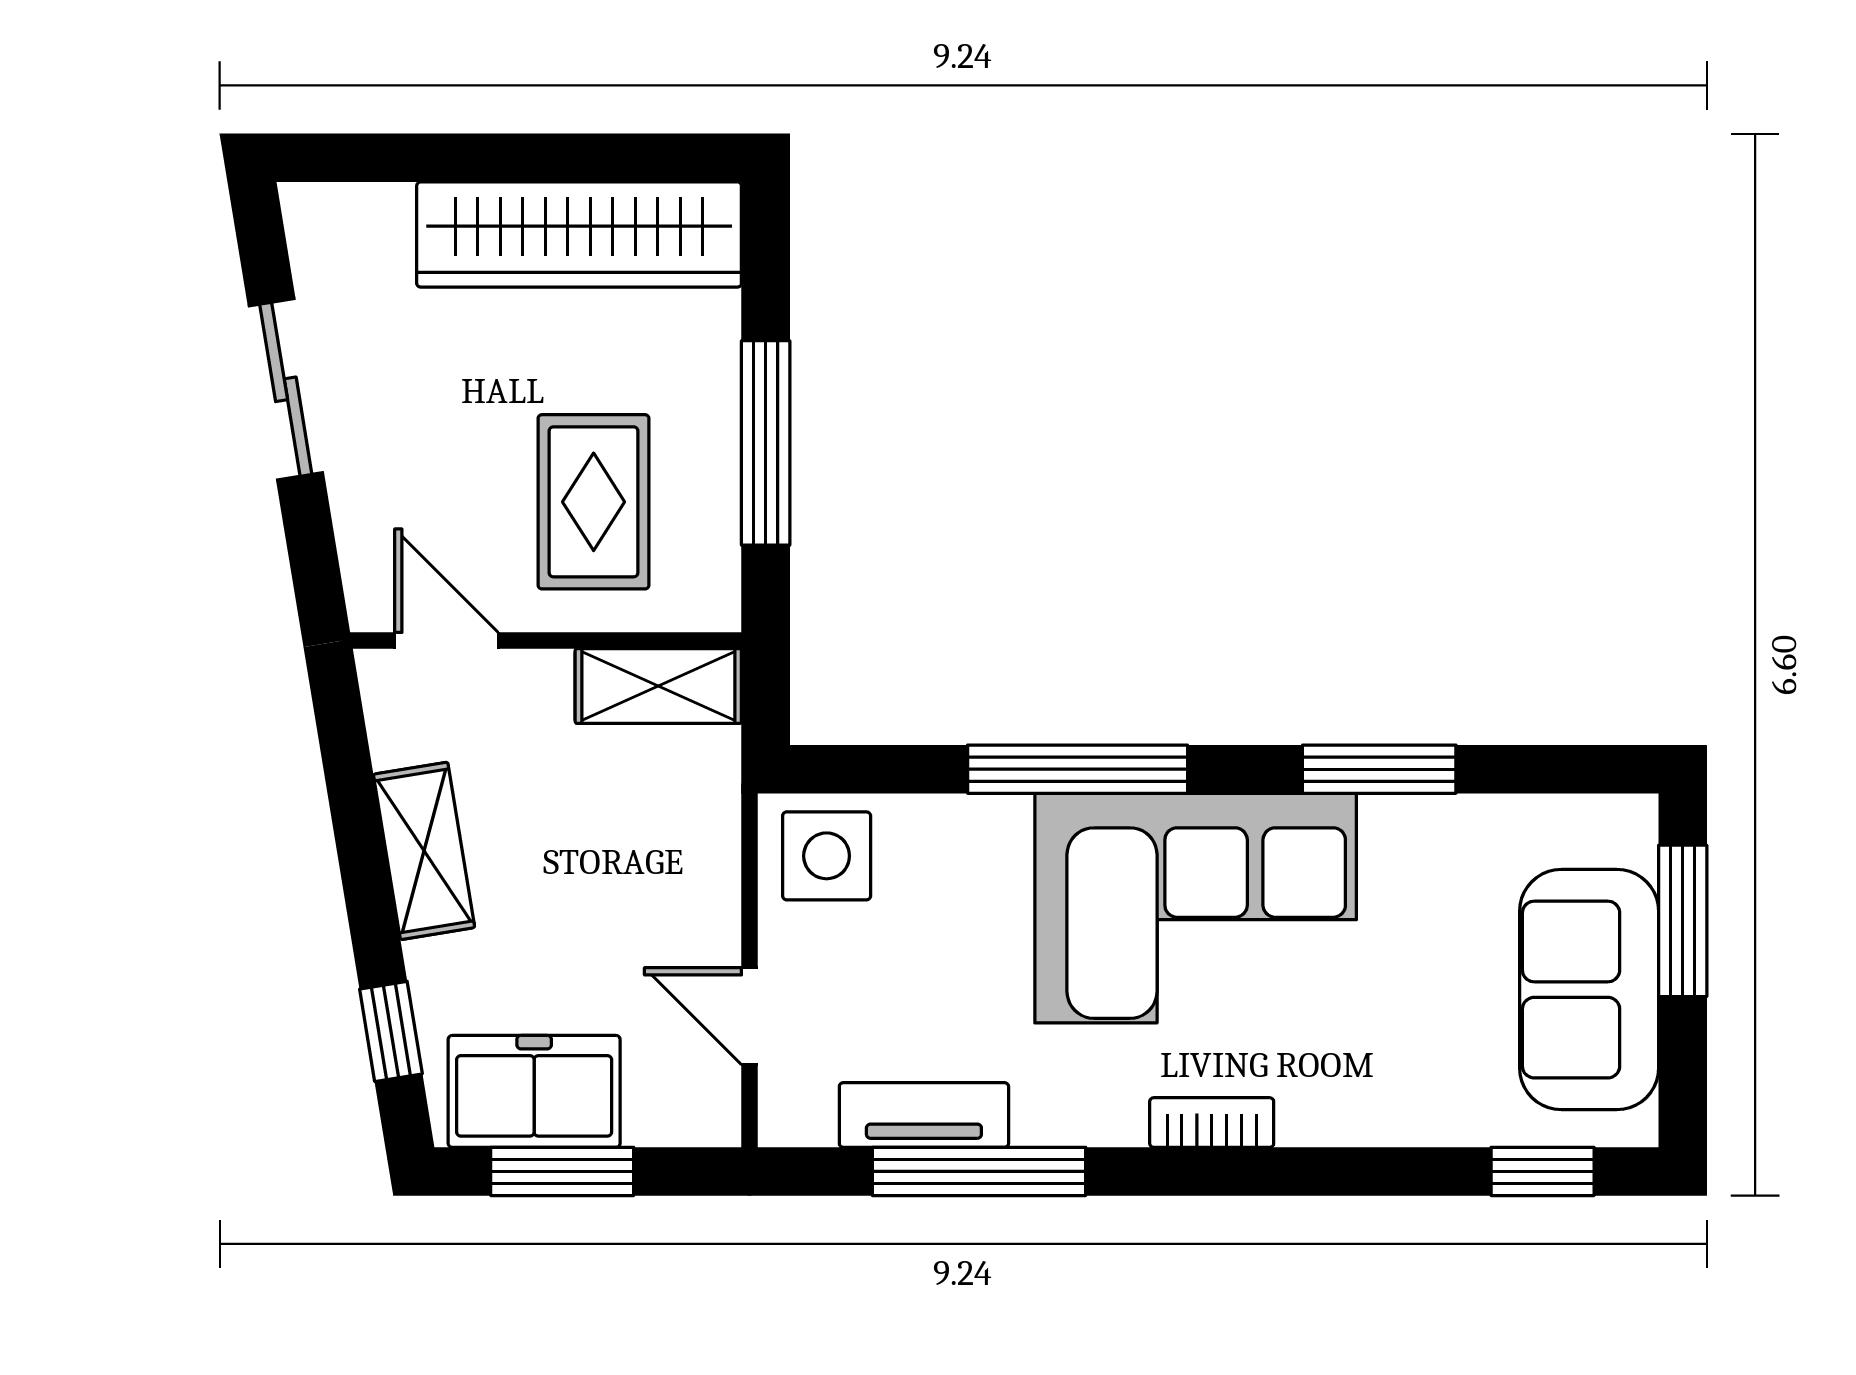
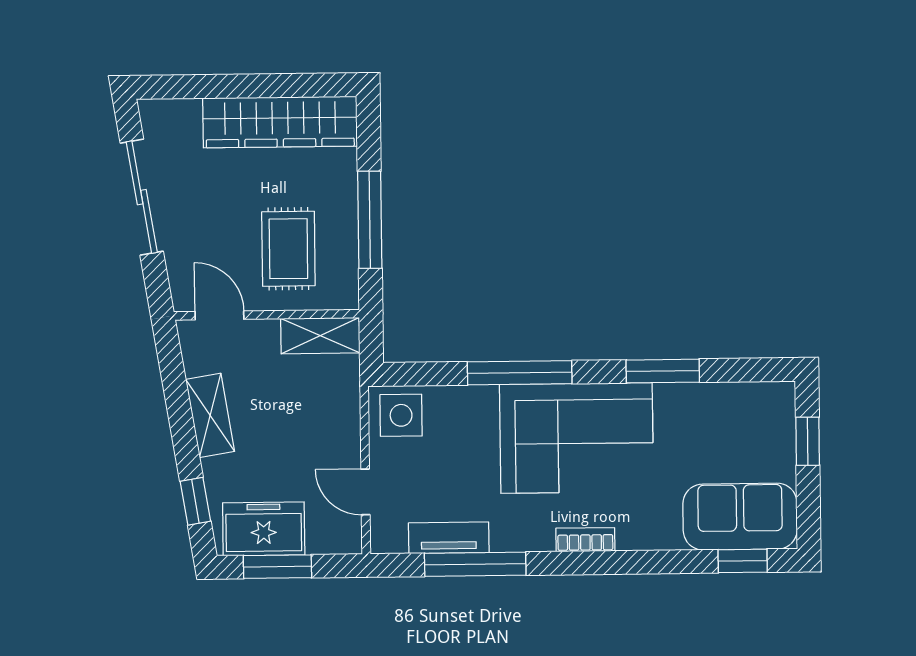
sliding door: (286, 389) -> (142, 197), width x1.37
window: (1683, 921) -> (808, 441), width x0.67
sofa: (1589, 990) -> (740, 517), moved, turned 90

